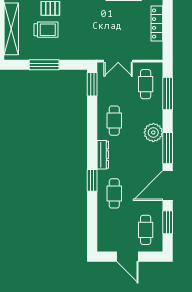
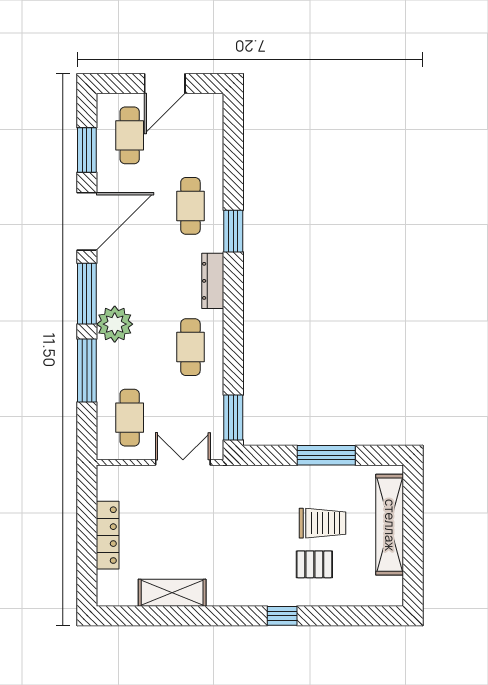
trolley: (46, 30) -> (322, 523), turned 180
window: (168, 94) -> (87, 370), moved
door: (127, 257) -> (165, 83), swing flipped

